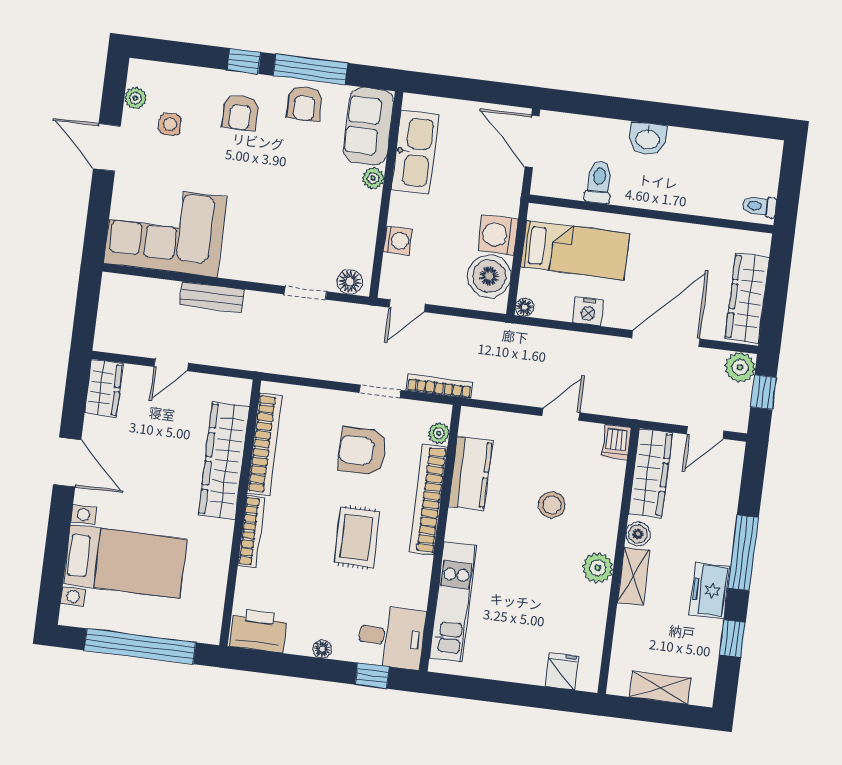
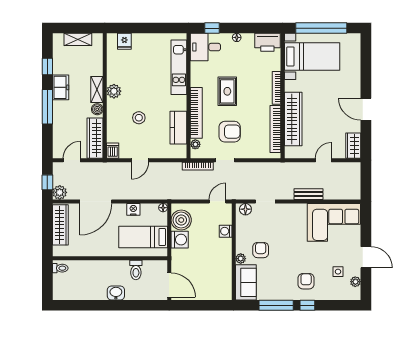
armchair: (305, 103) -> (261, 250), moved
kitchen sink: (415, 152) -> (223, 273), removed
bed with nightstands: (125, 561) -> (312, 56), moved, turned 180

